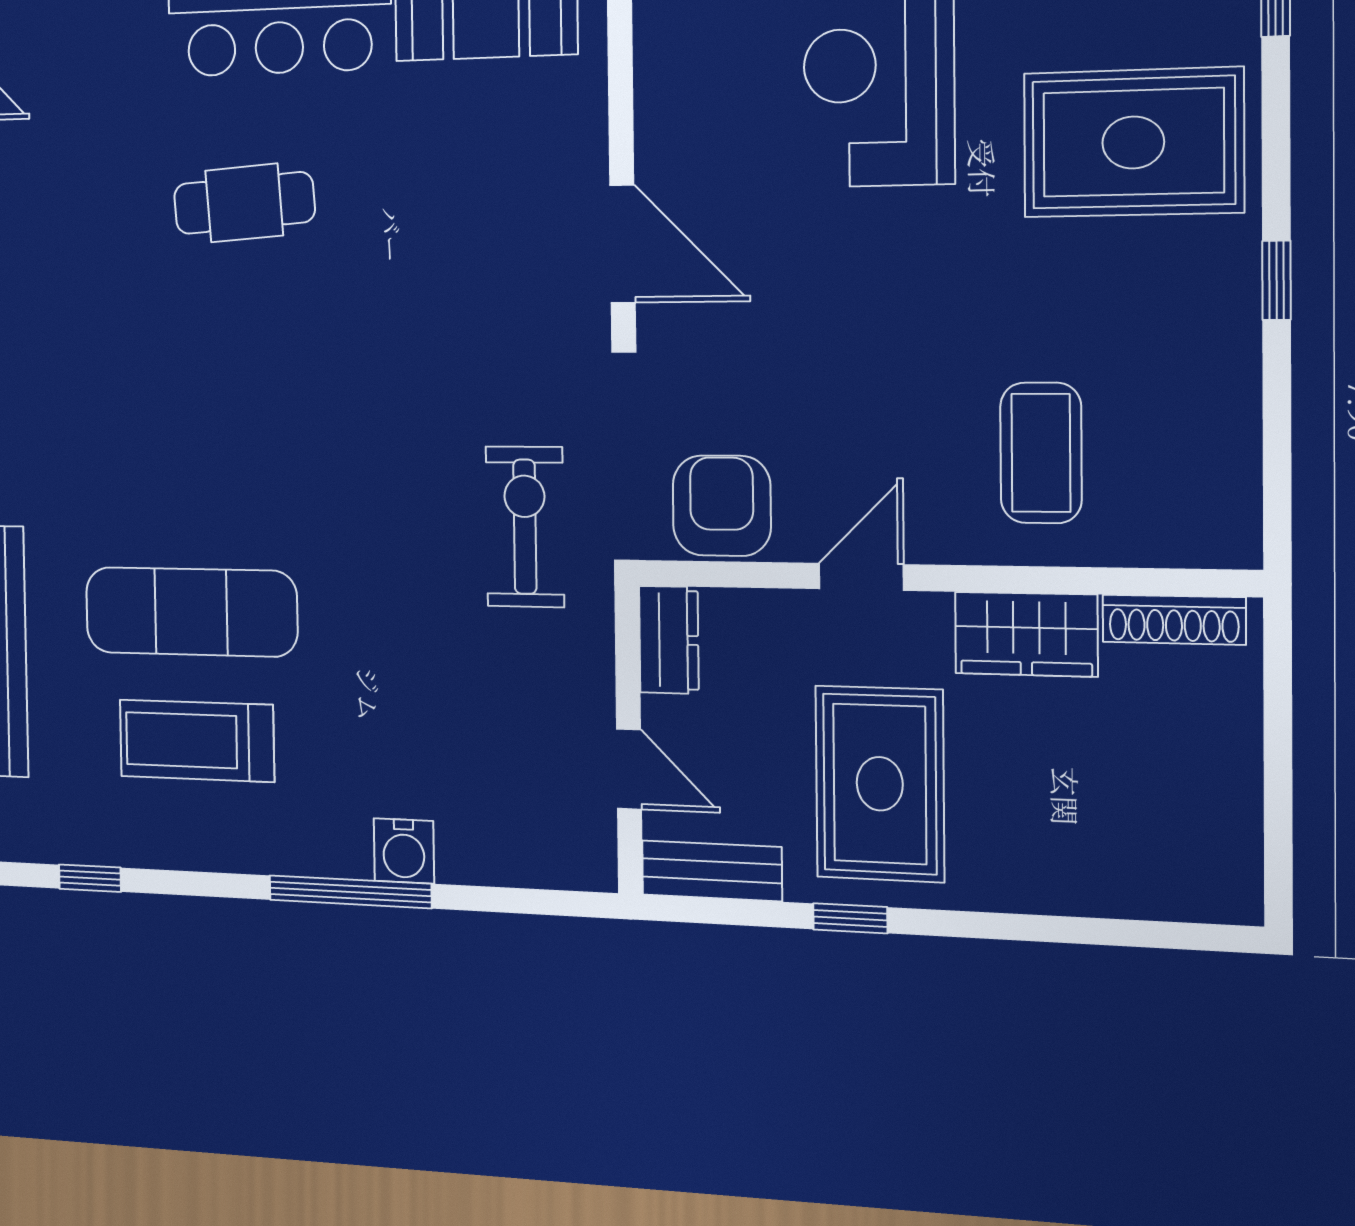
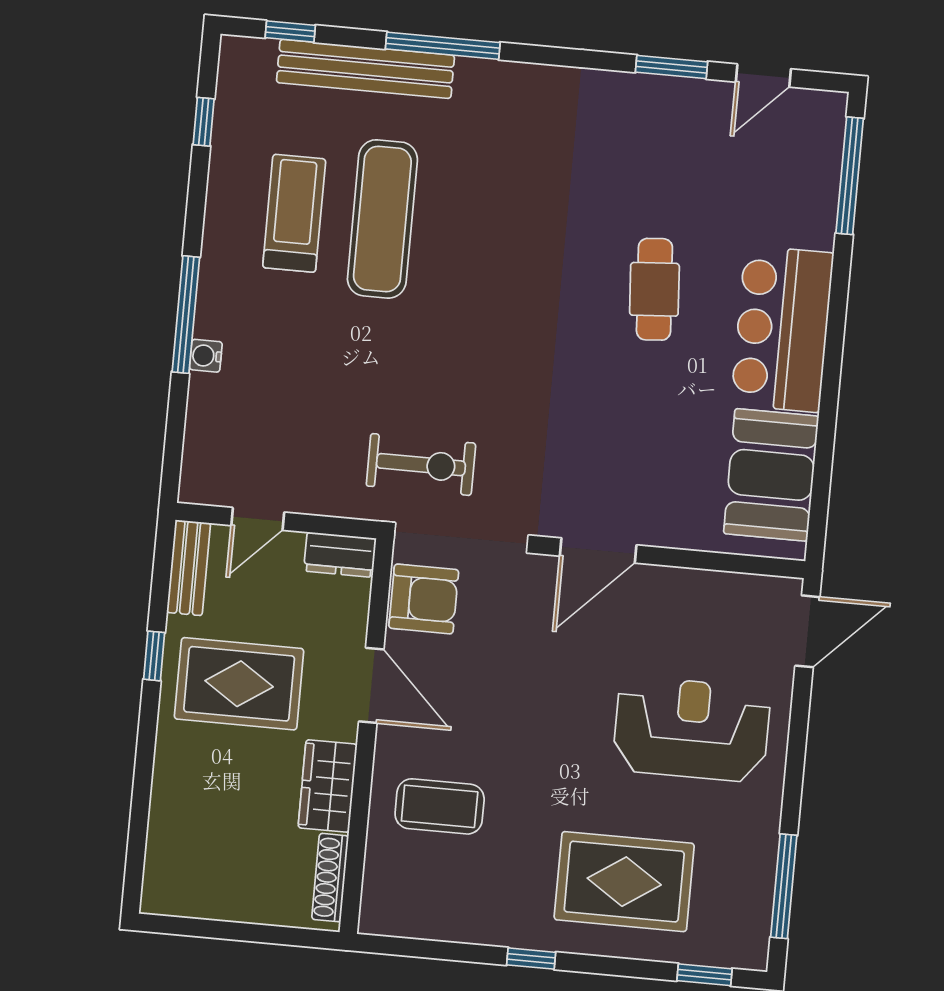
rug: (1133, 143) -> (624, 882), turned 90
door: (861, 577) -> (371, 685), width x1.38
water cooler: (404, 851) -> (206, 356), width x0.72, depth x0.72

